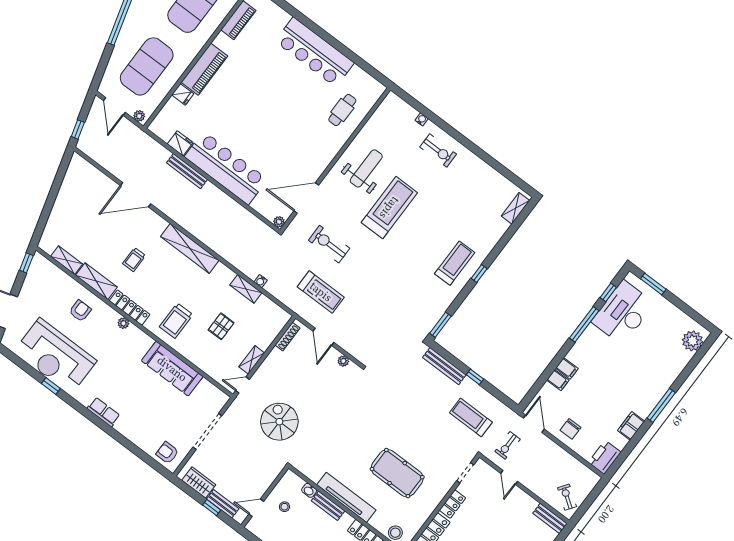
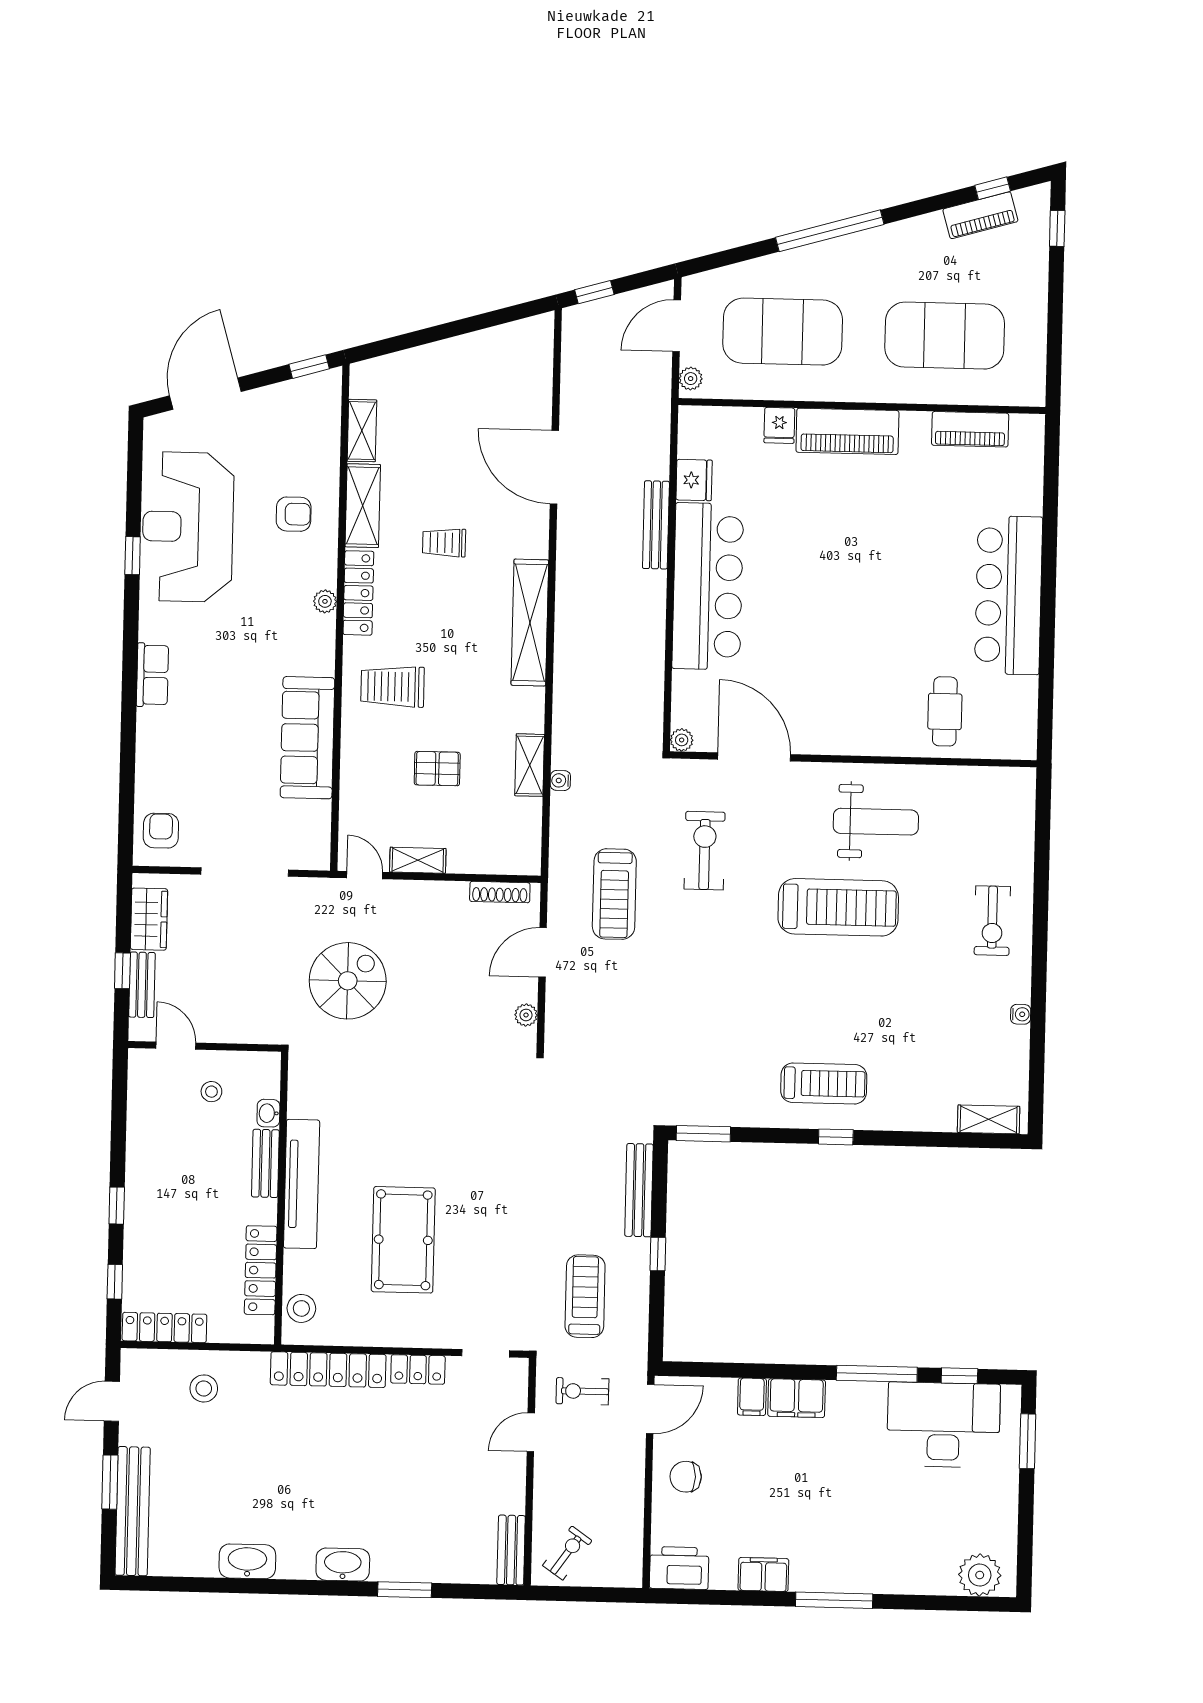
cafe table: (342, 110) -> (945, 711), turned 90
water cooler: (422, 119) -> (1021, 1014), moved
filing cabinet: (567, 368) -> (797, 1398), width x2.00

